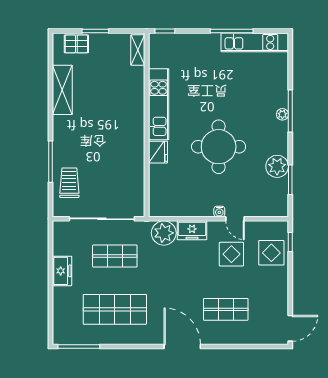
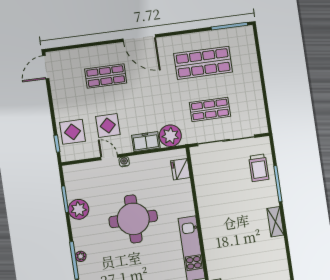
shelving: (62, 90) -> (275, 222), moved, width x0.67, depth x0.75
fridge: (158, 152) -> (180, 169), moved
freezer: (62, 271) -> (254, 90), removed

